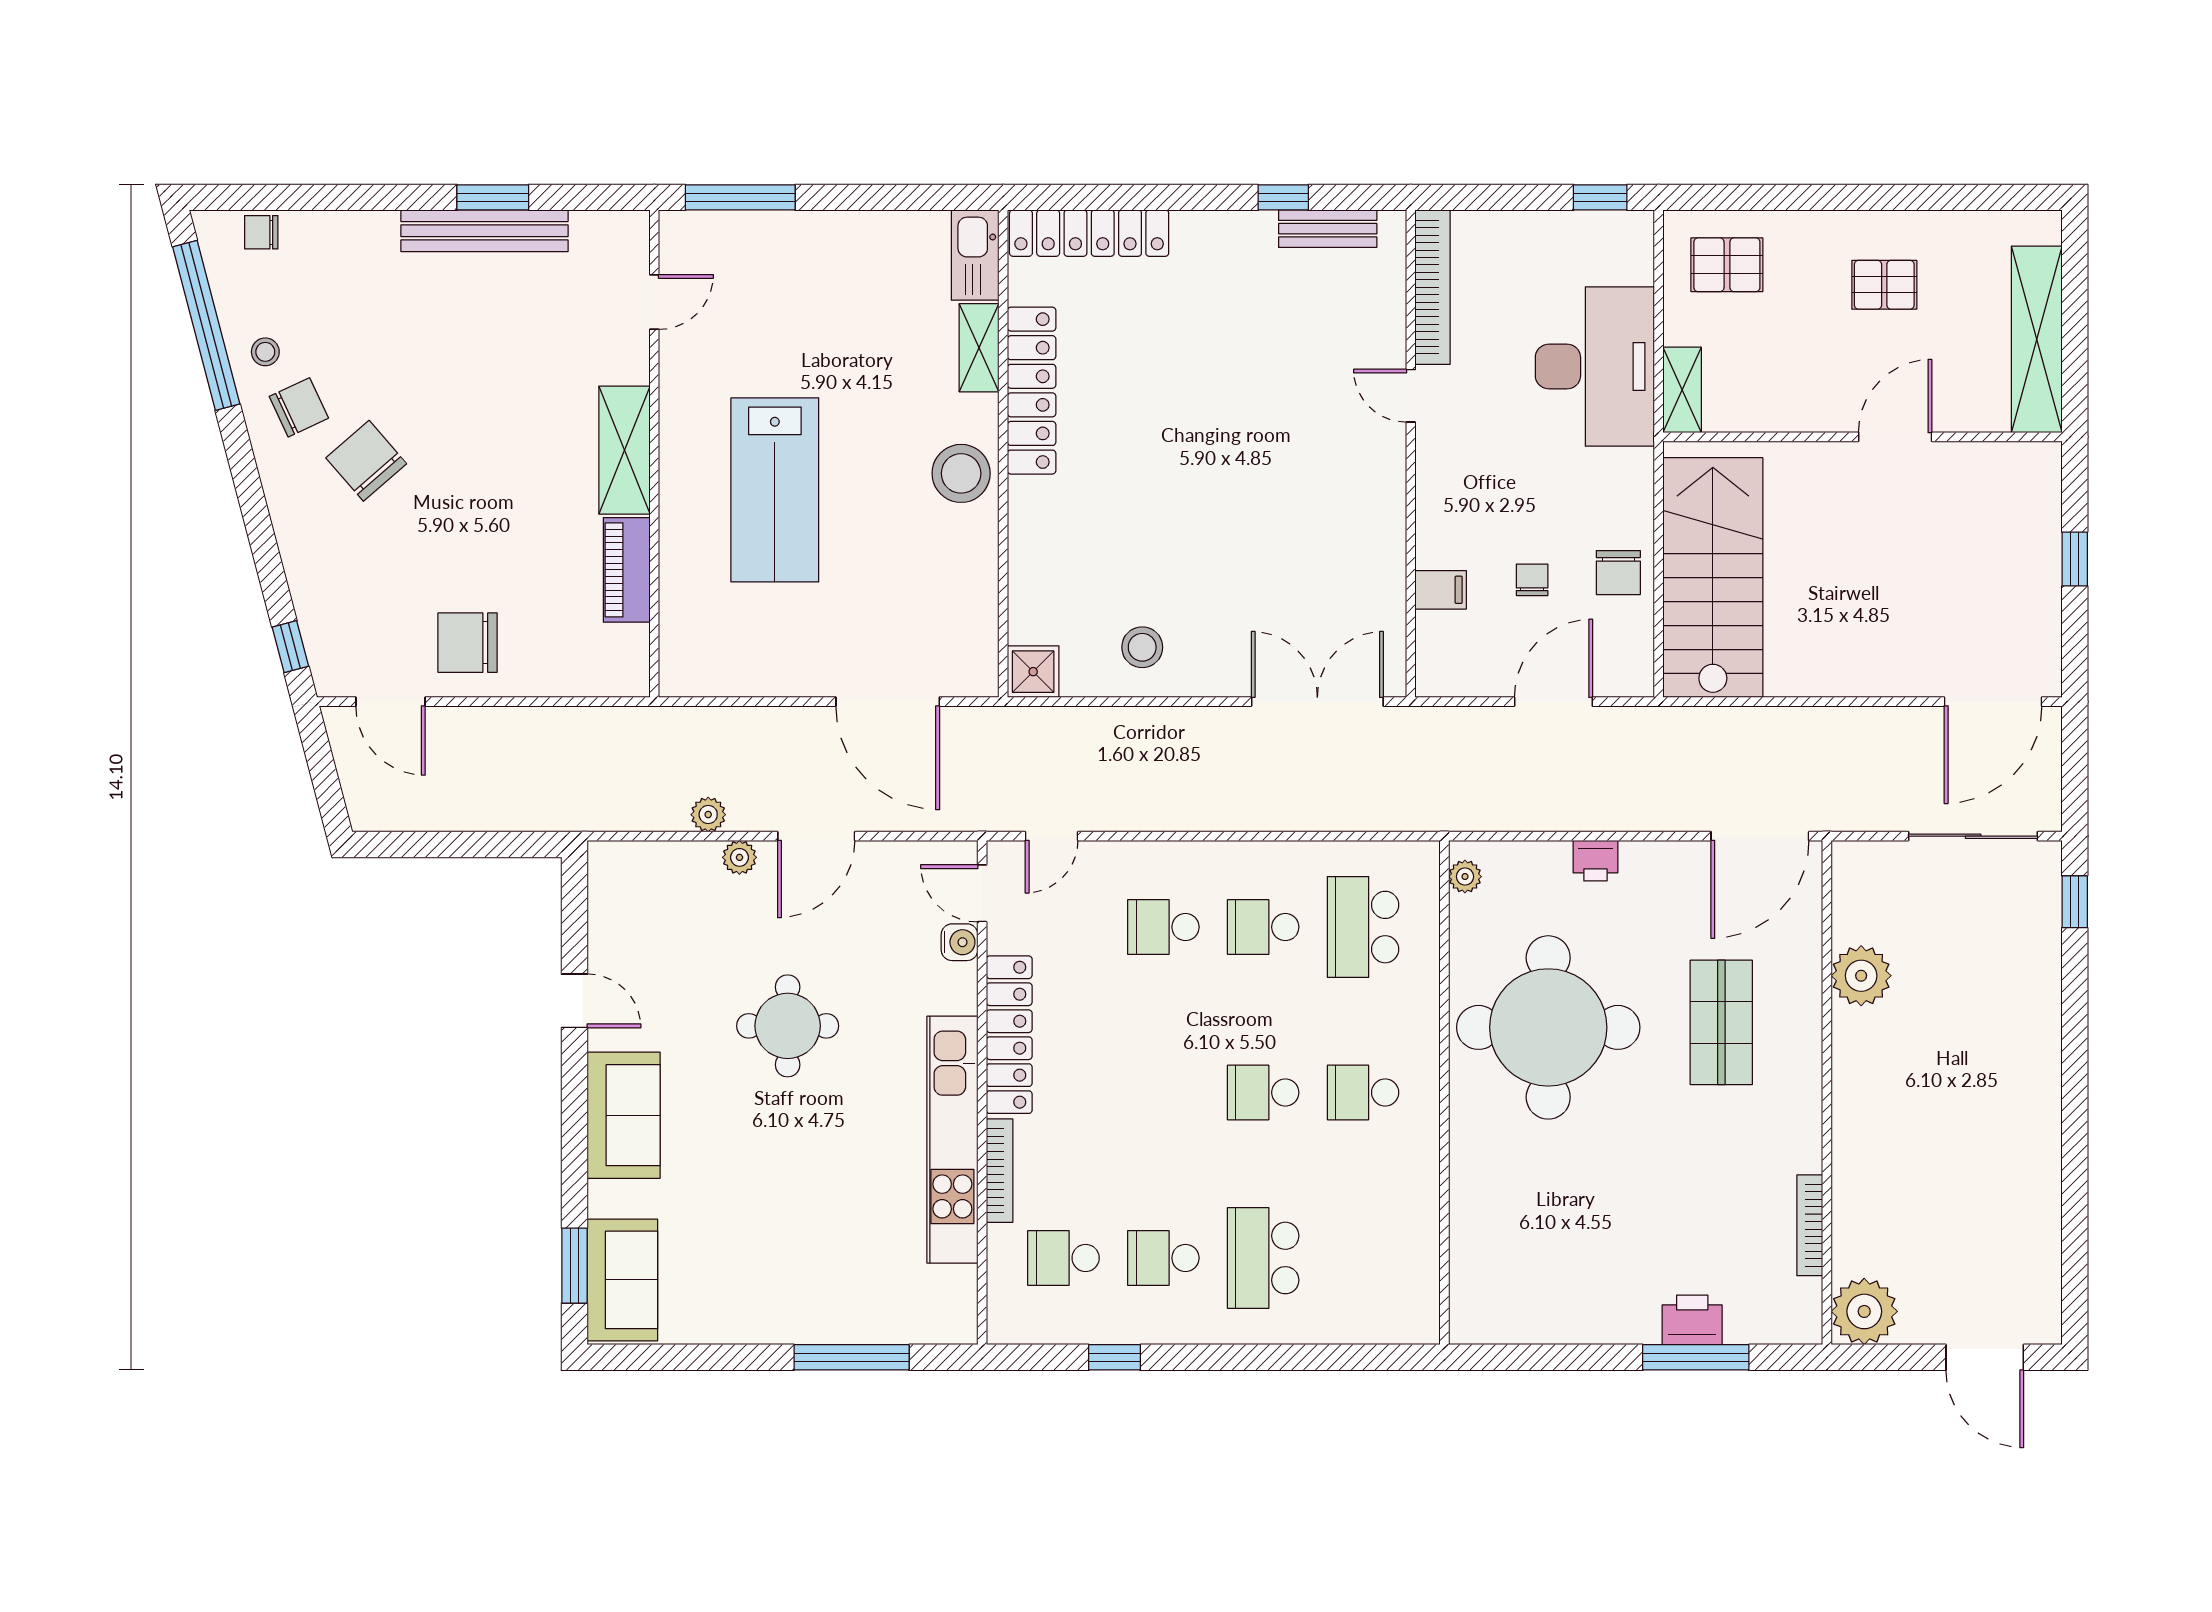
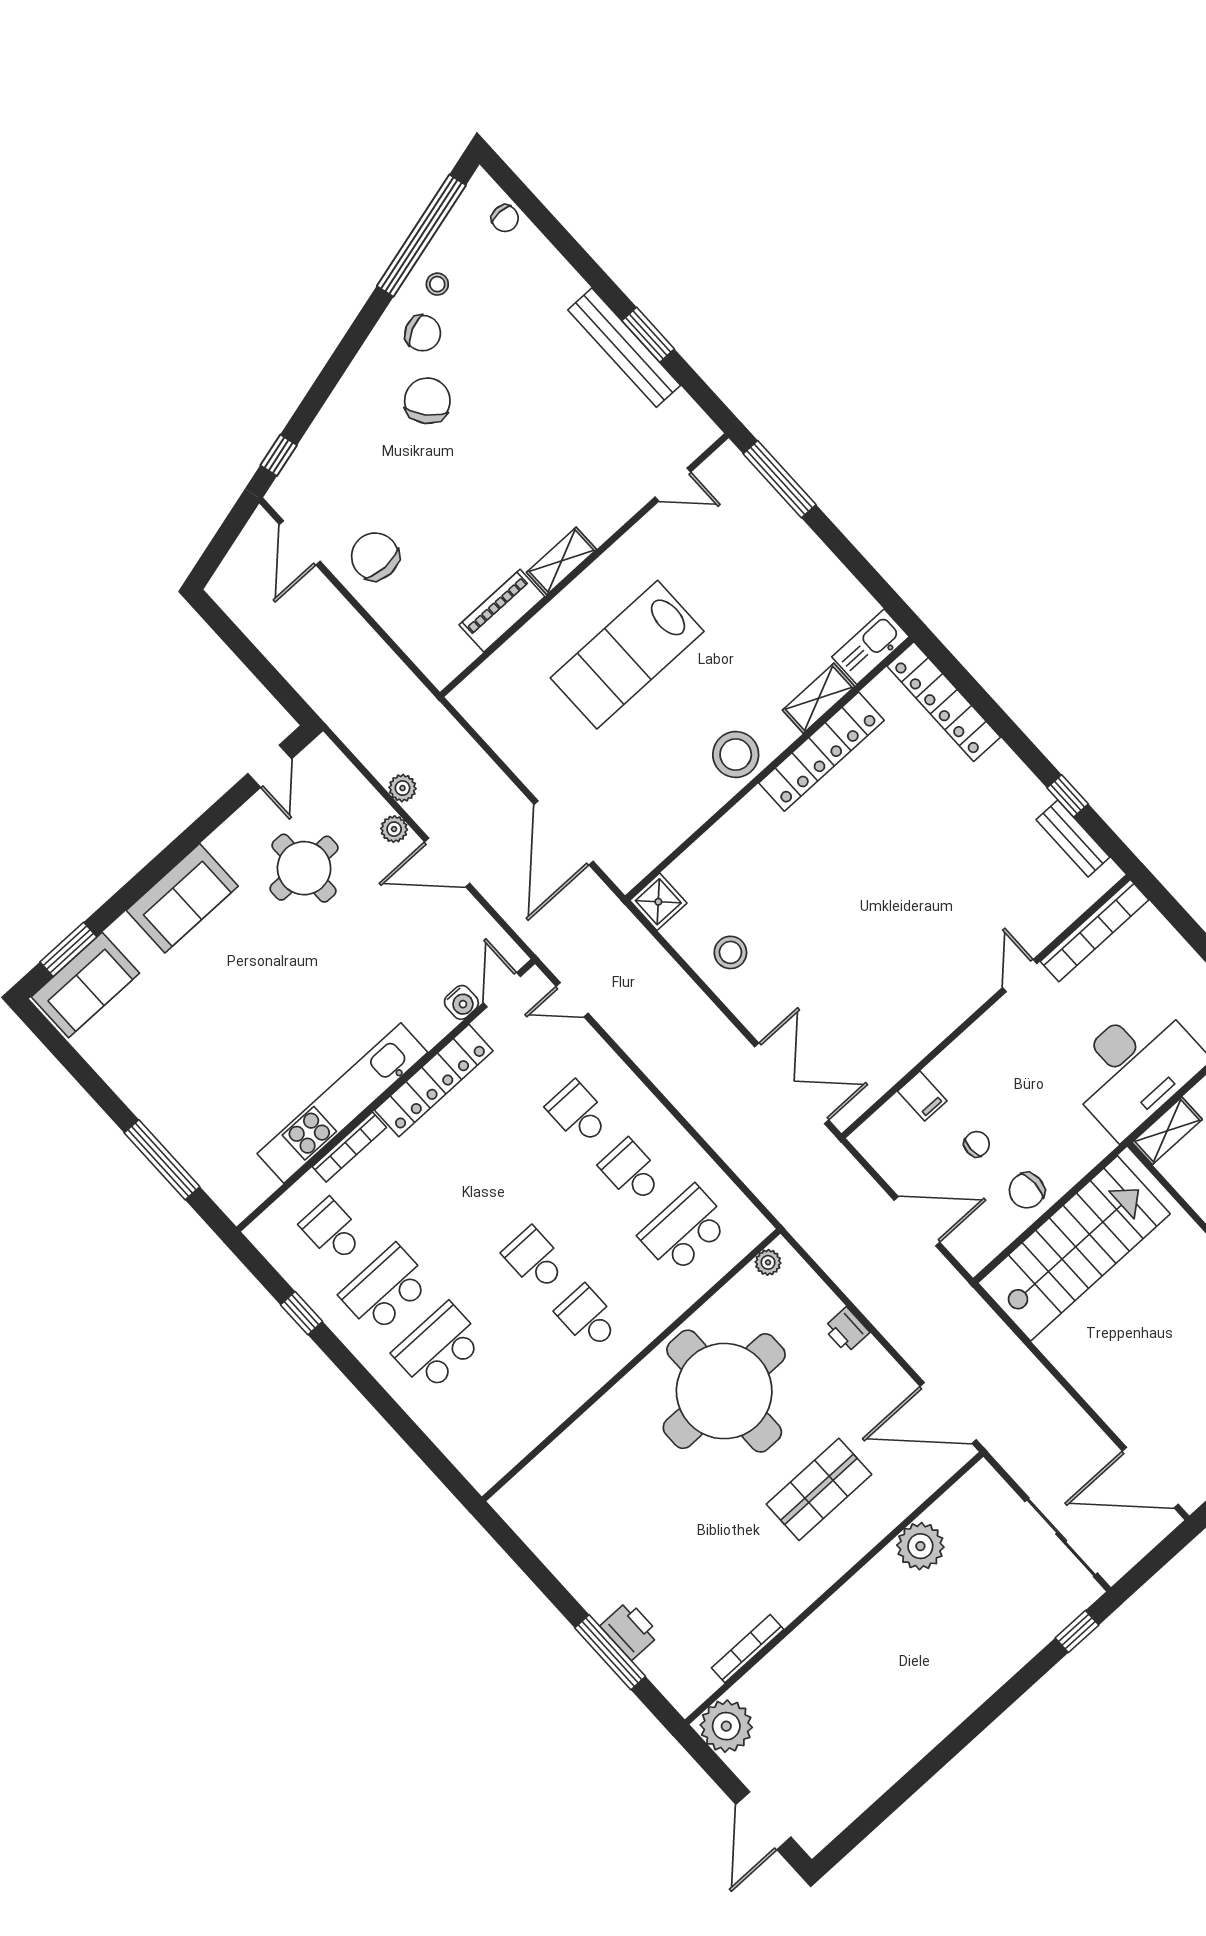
chair: (261, 232) -> (505, 218), turned 180
shelving: (624, 450) -> (562, 561), width x0.67, depth x0.75
door: (574, 1001) -> (270, 766), moved
round table: (788, 1026) -> (304, 868), moved
school desk: (1163, 1258) -> (385, 1289), width x1.85

